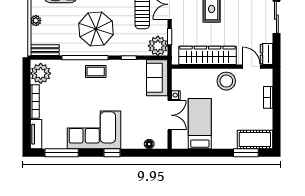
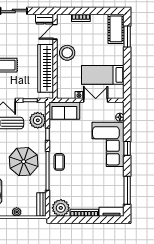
plant: (158, 46) -> (38, 120), moved
corner sofa: (94, 130) -> (108, 144), moved

